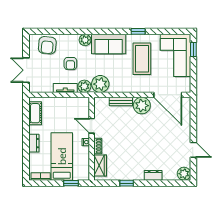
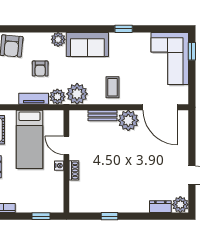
coffee table: (142, 59) -> (113, 87), moved, width x0.54, depth x0.58
bed: (62, 156) -> (30, 139), moved, turned 180
wardrobe: (100, 166) -> (77, 194), removed
dresser: (153, 175) -> (160, 207), moved

